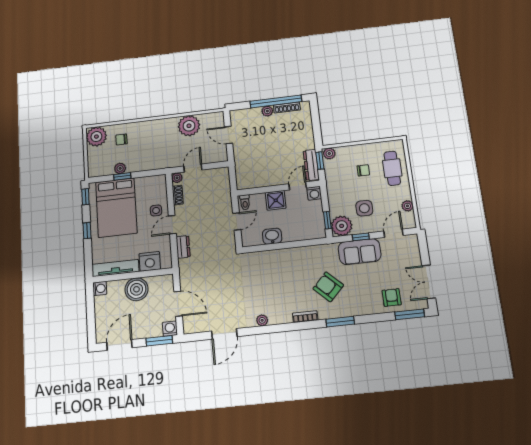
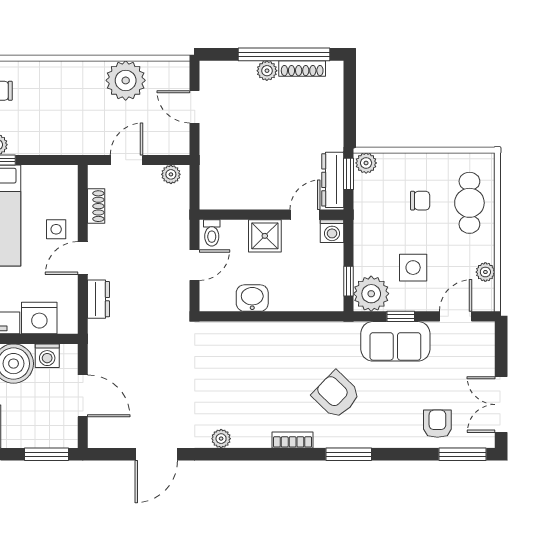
plant: (177, 178) -> (171, 174), moved
washing machine: (170, 329) -> (47, 356), moved, turned 180

